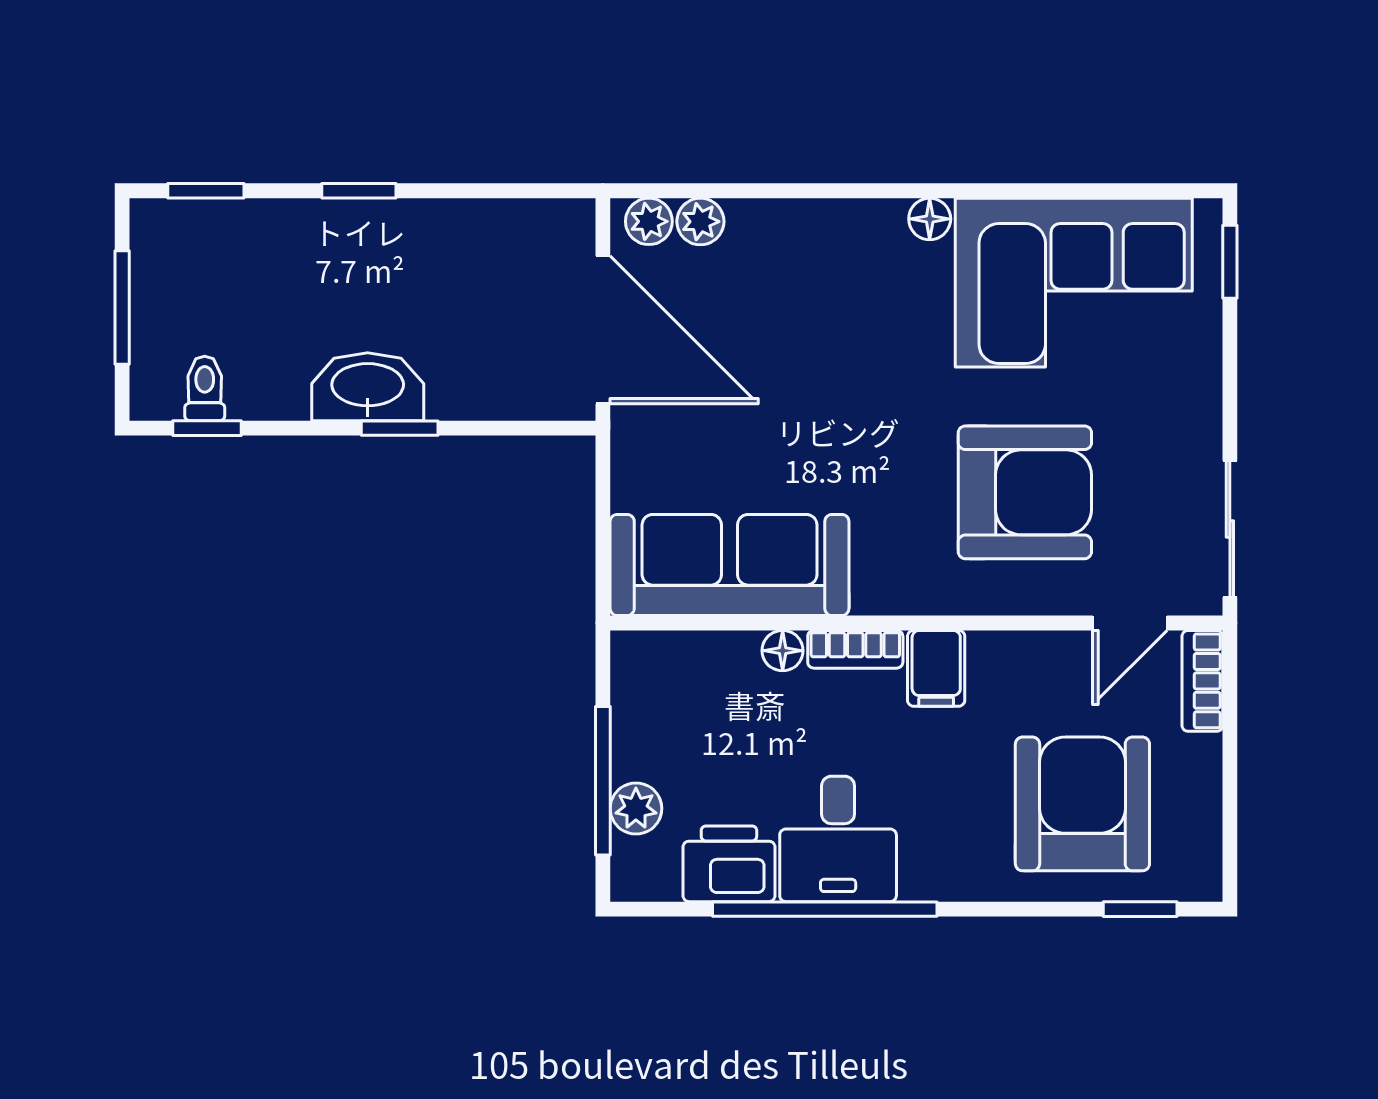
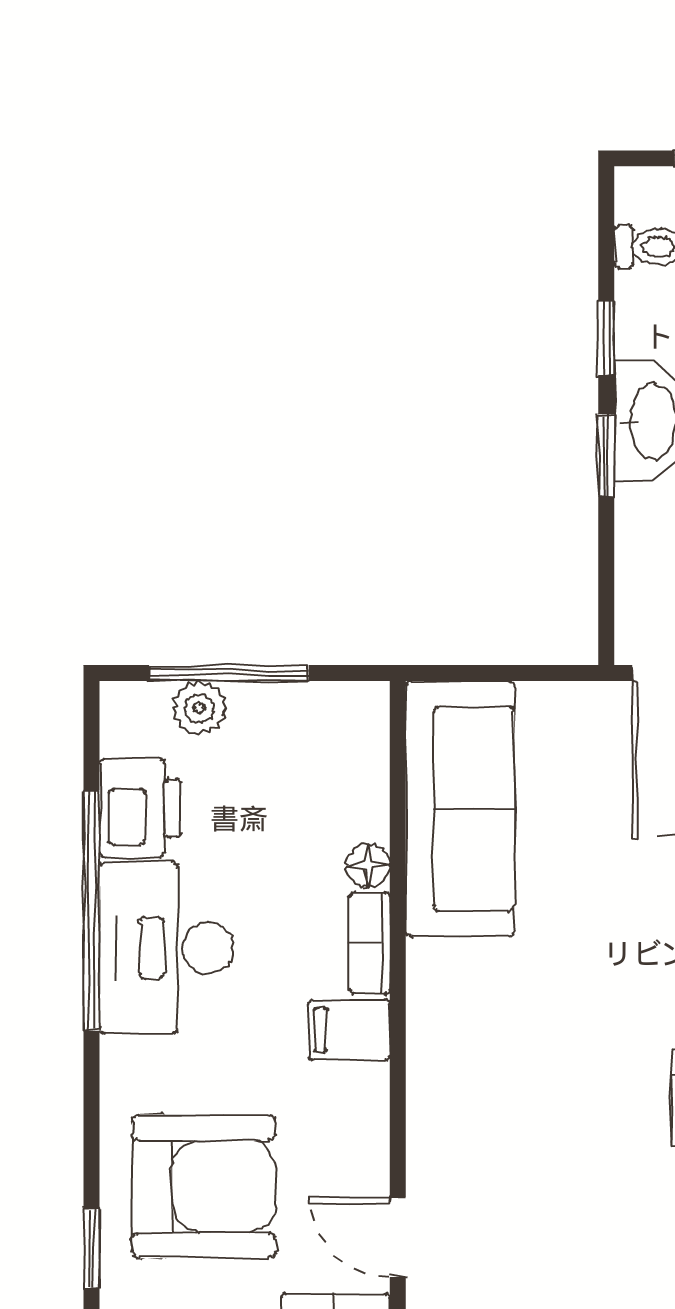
window: (207, 428) -> (606, 338), moved
armchair: (1025, 492) -> (538, 1125), removed
desk: (838, 839) -> (167, 948), width x1.37

